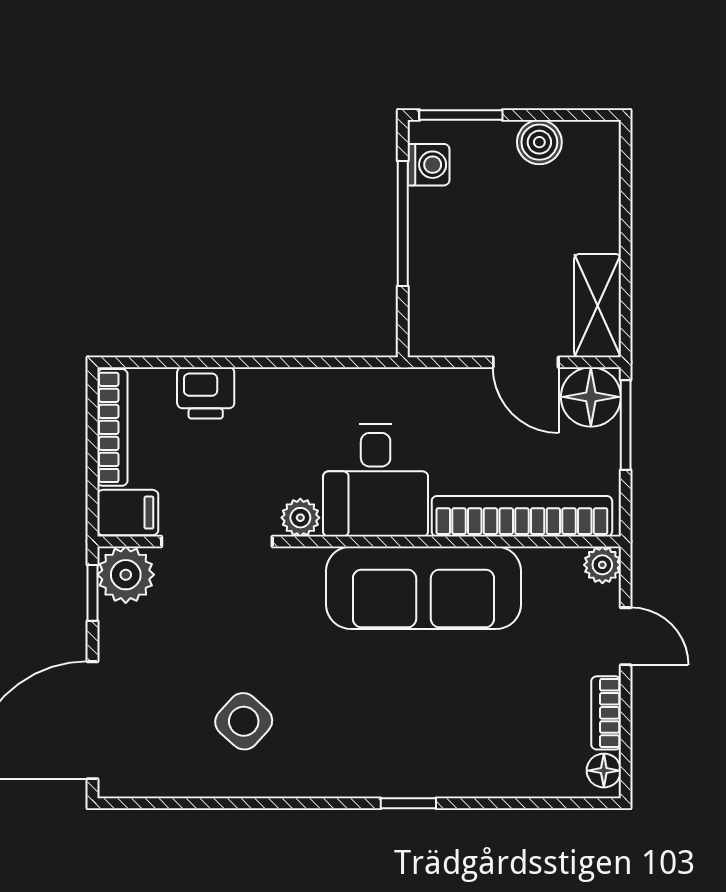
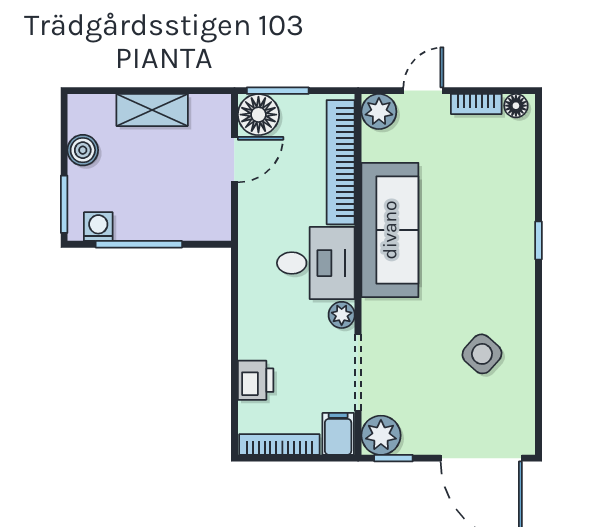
shelving: (597, 306) -> (152, 110), moved
plant: (602, 565) -> (379, 112), width x1.38, depth x1.38

